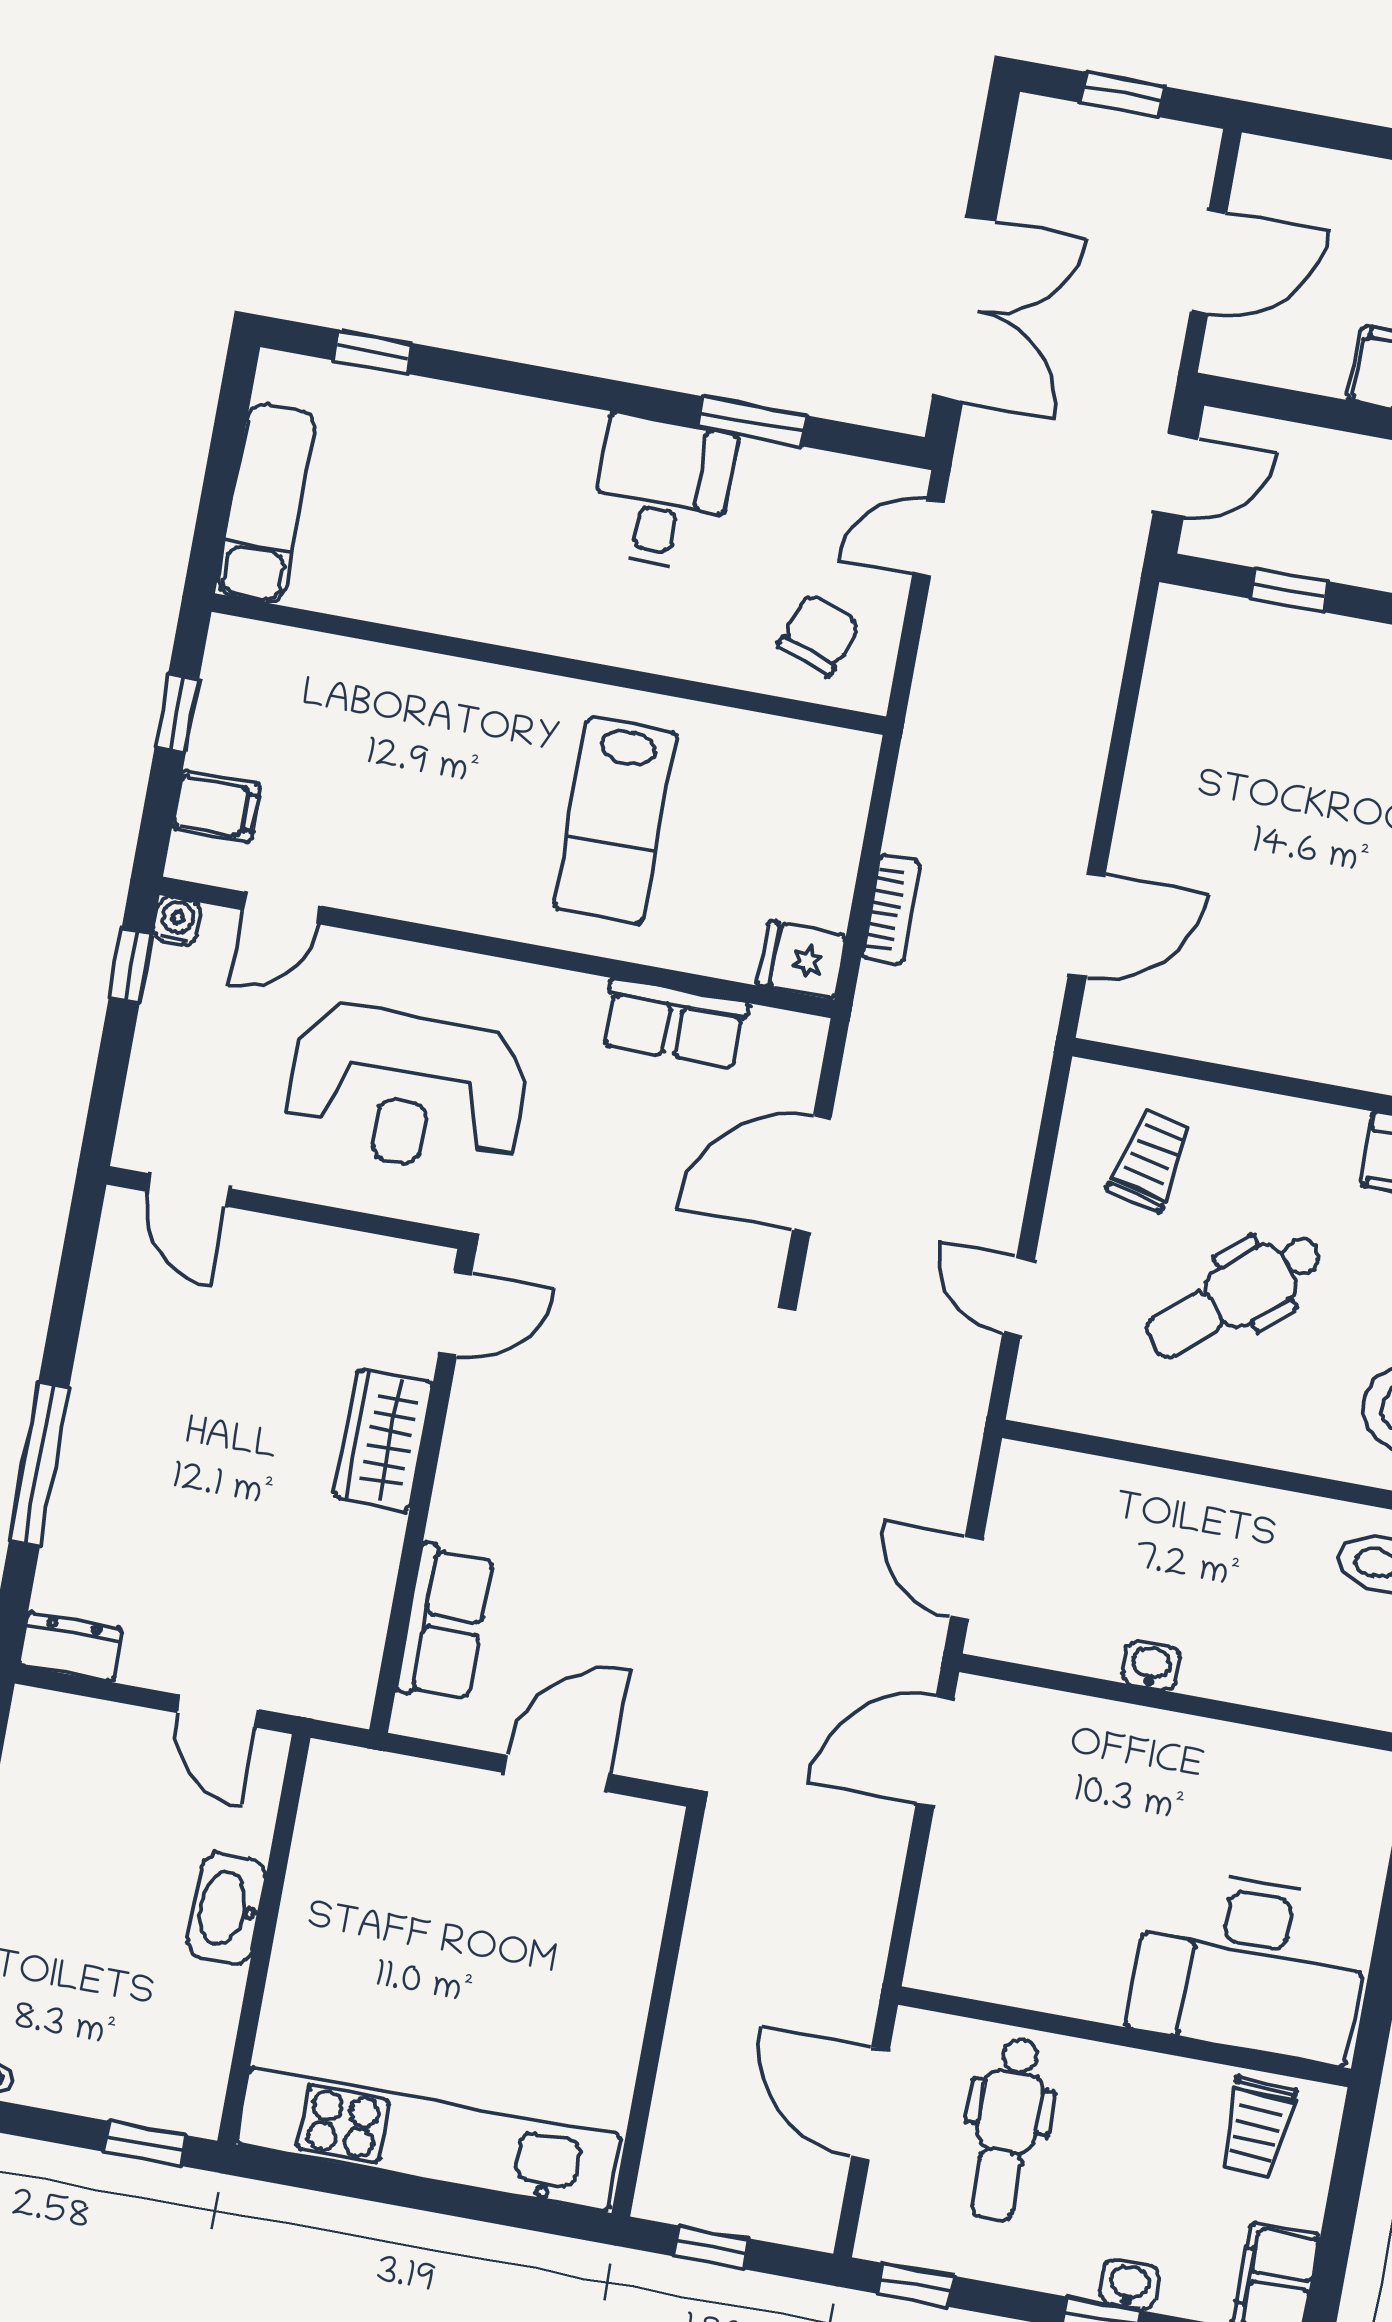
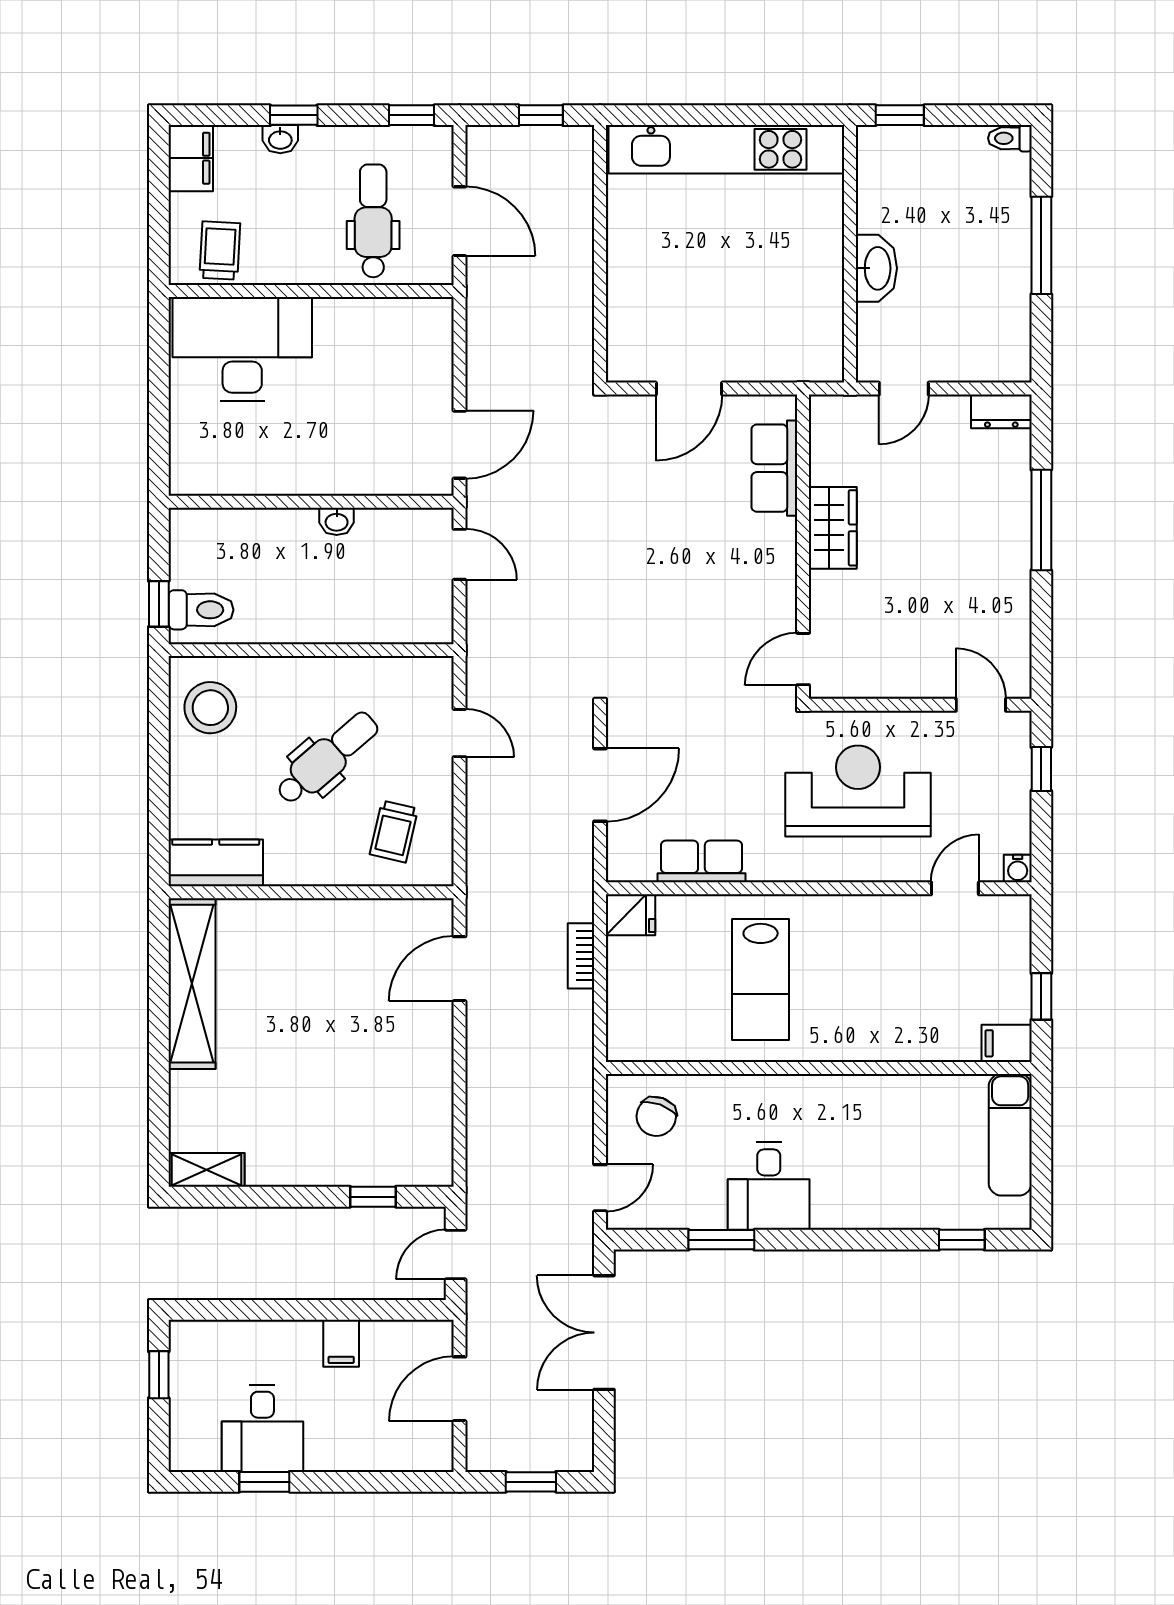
filing cabinet: (216, 807) -> (1007, 1043), moved
lab bench: (615, 820) -> (761, 980), turned 180
window: (131, 966) -> (1041, 769), moved
wardrobe: (384, 1440) -> (833, 528), moved
door: (218, 1711) -> (904, 389), swing flipped

